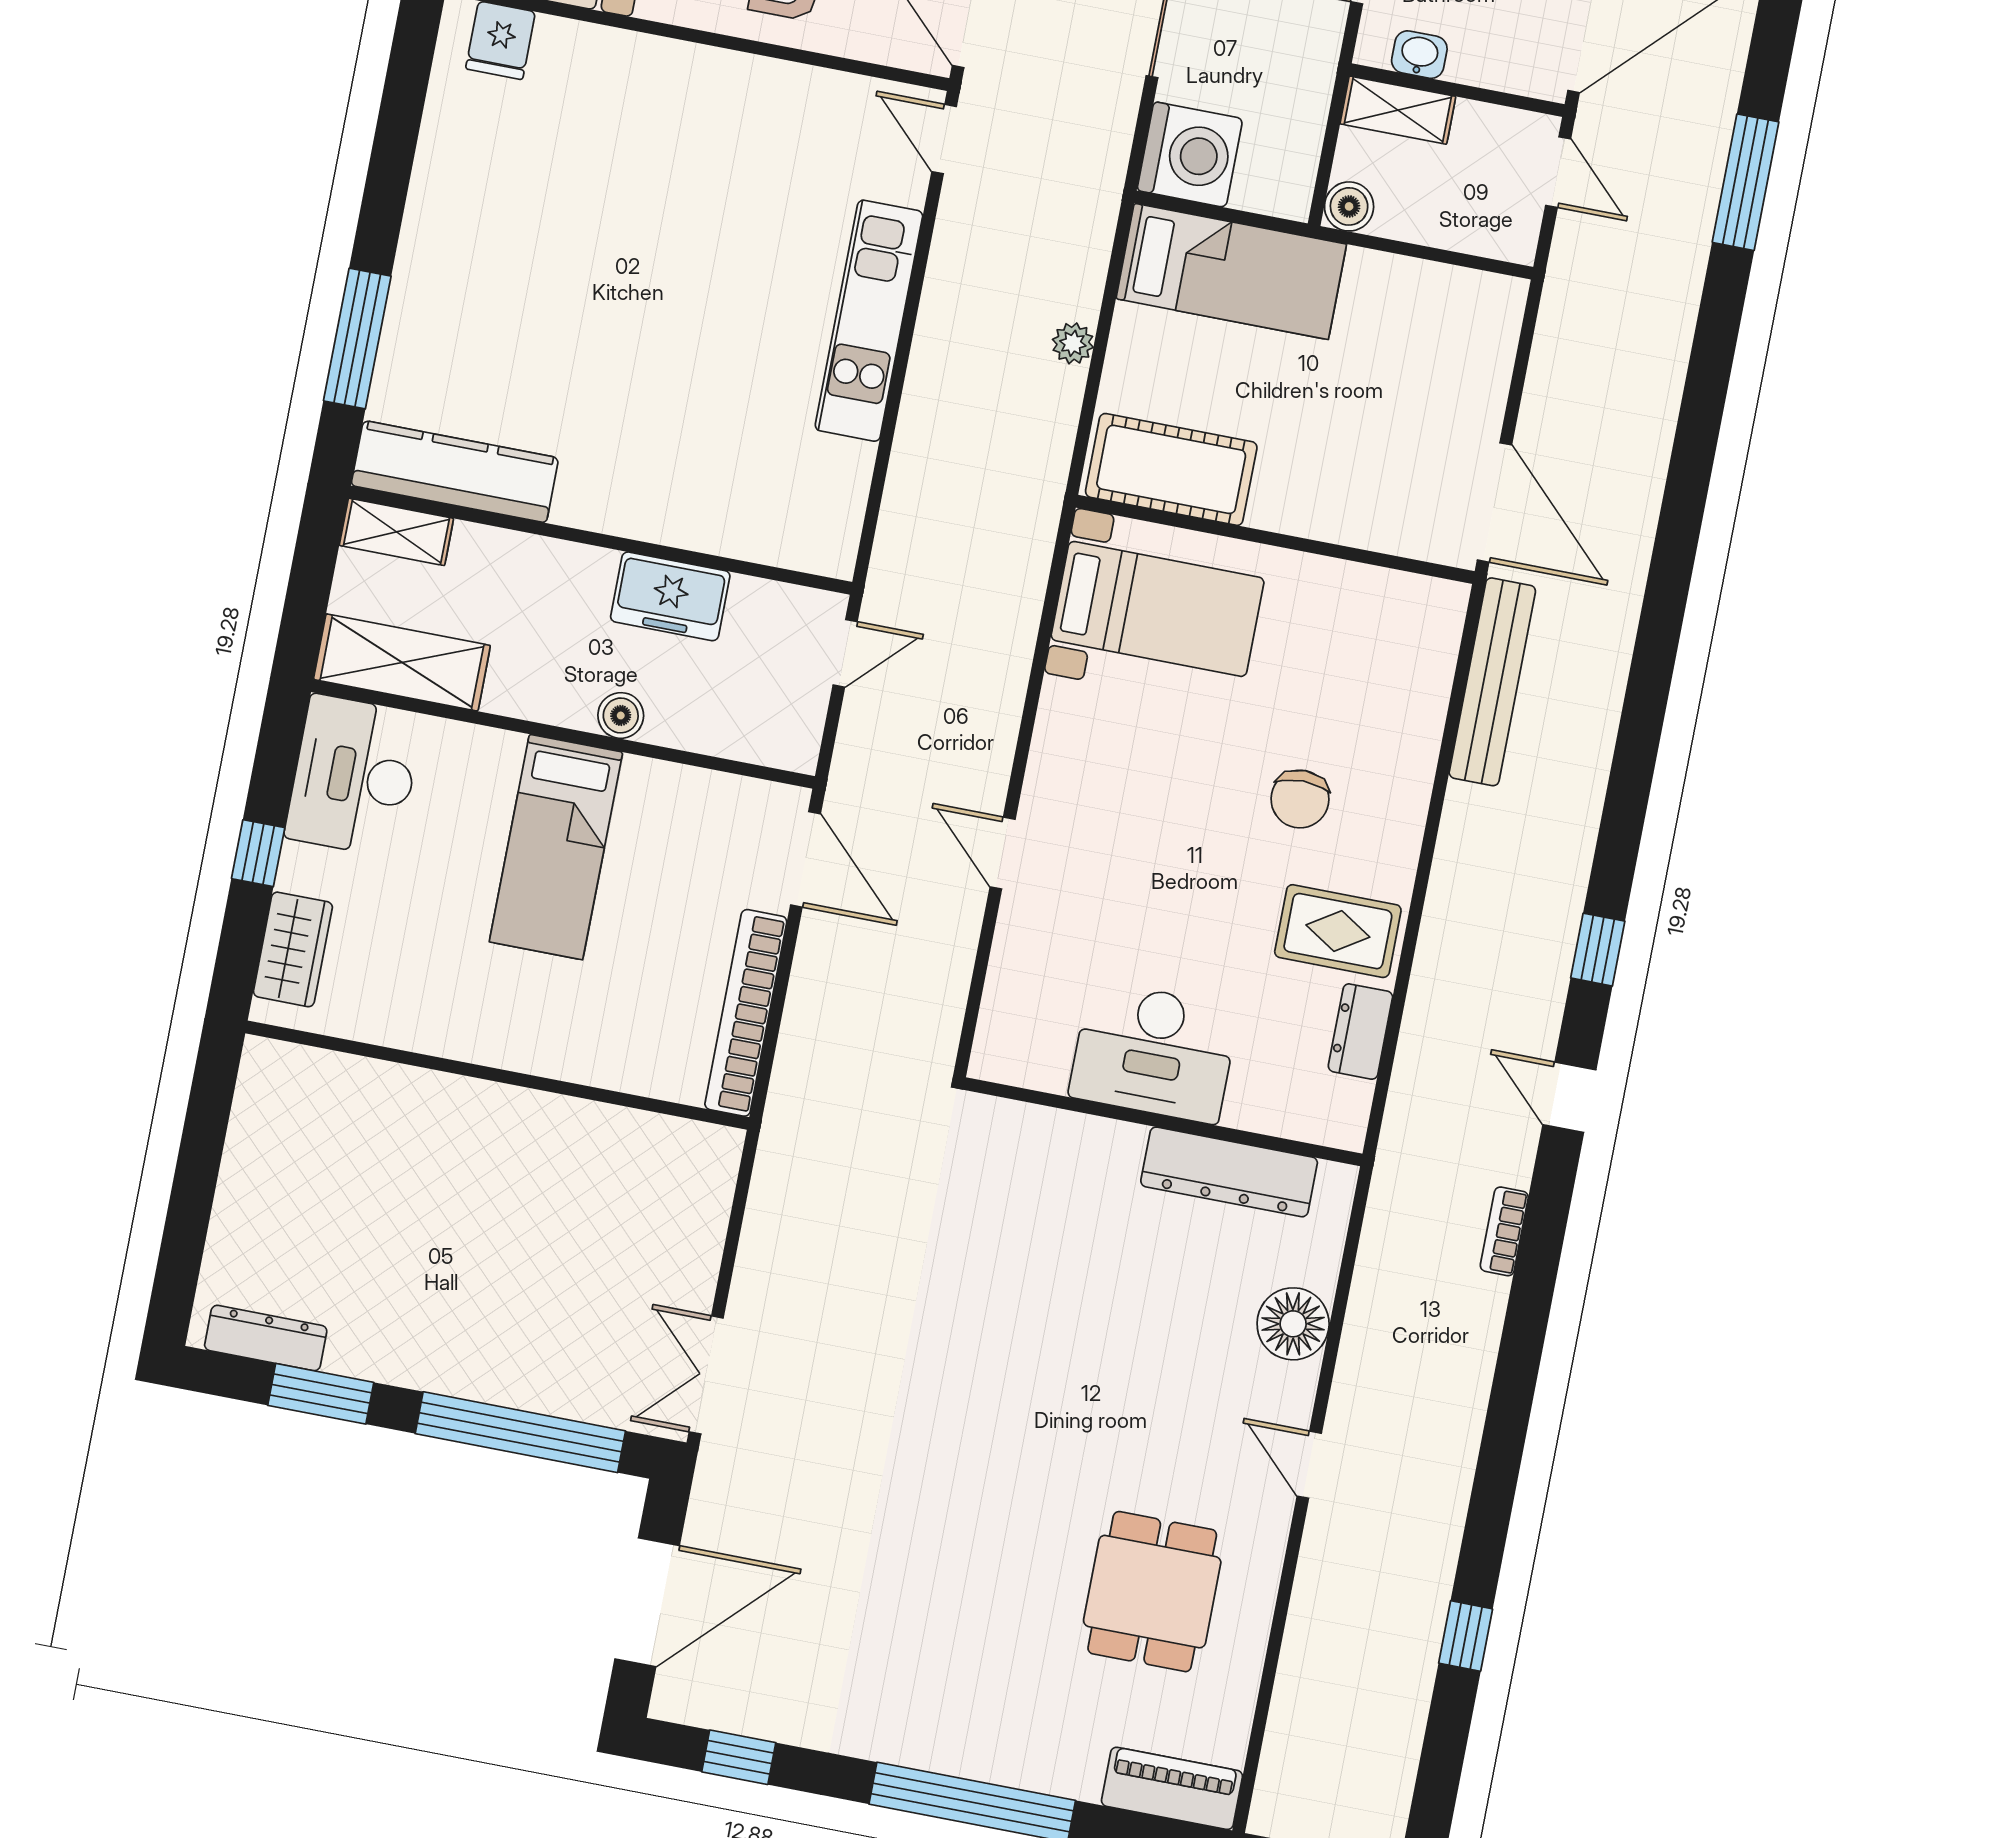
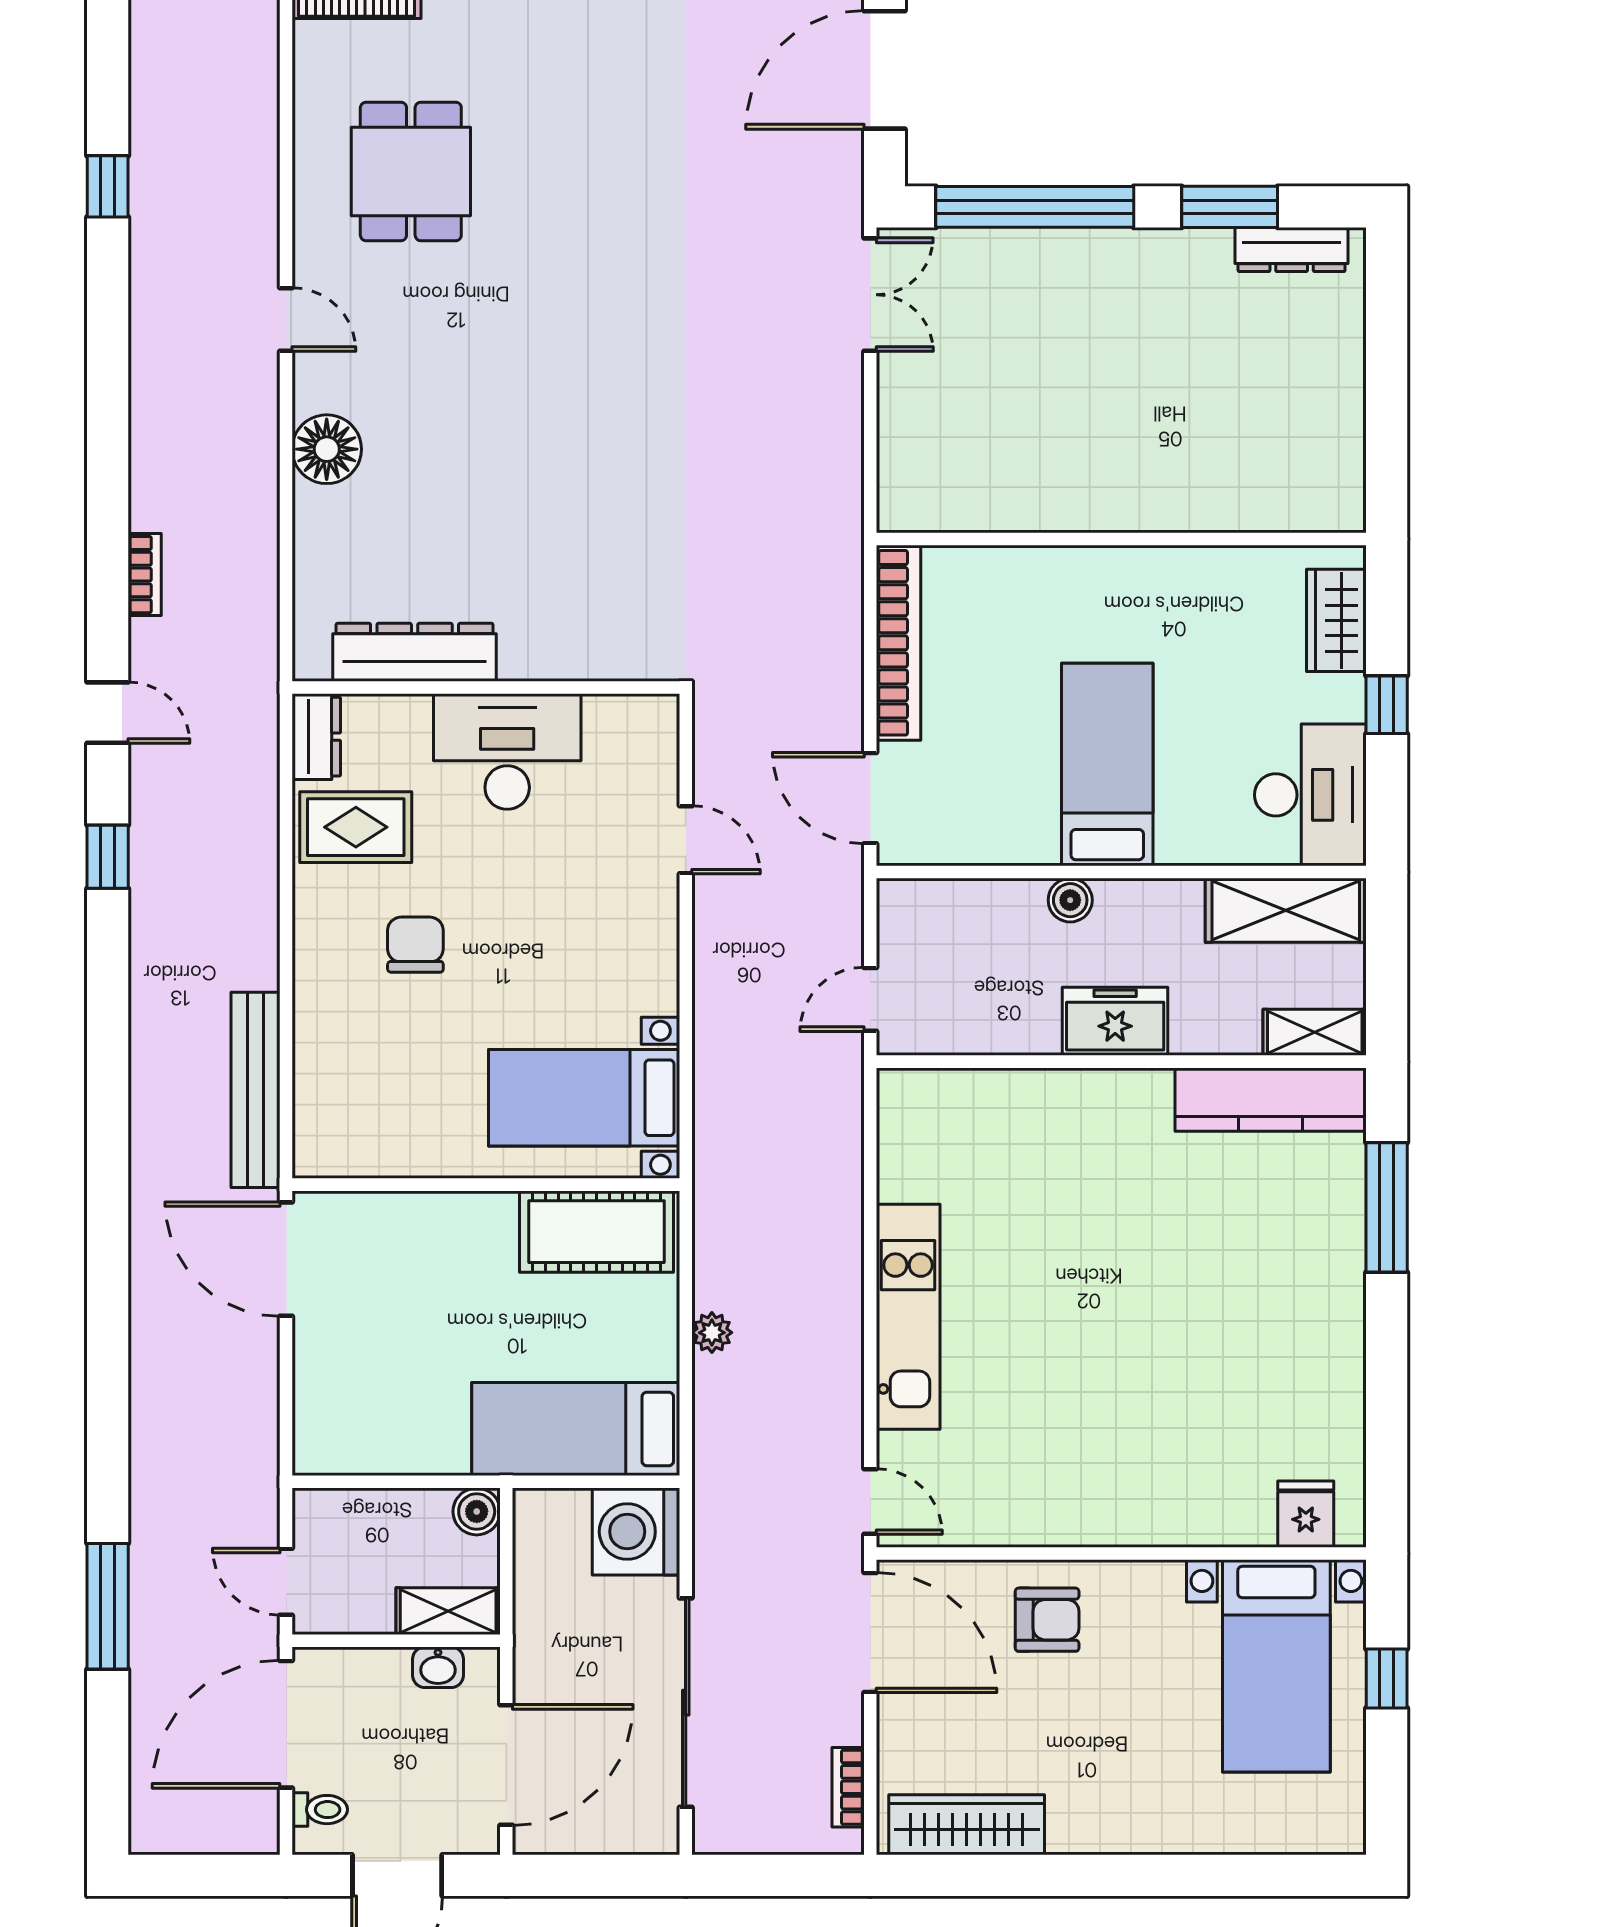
freezer: (670, 596) -> (1115, 1021), moved
desk: (1154, 1052) -> (507, 752), moved
wall: (1163, 1122) -> (486, 688), moved
dresser: (1229, 1172) -> (415, 652), moved

